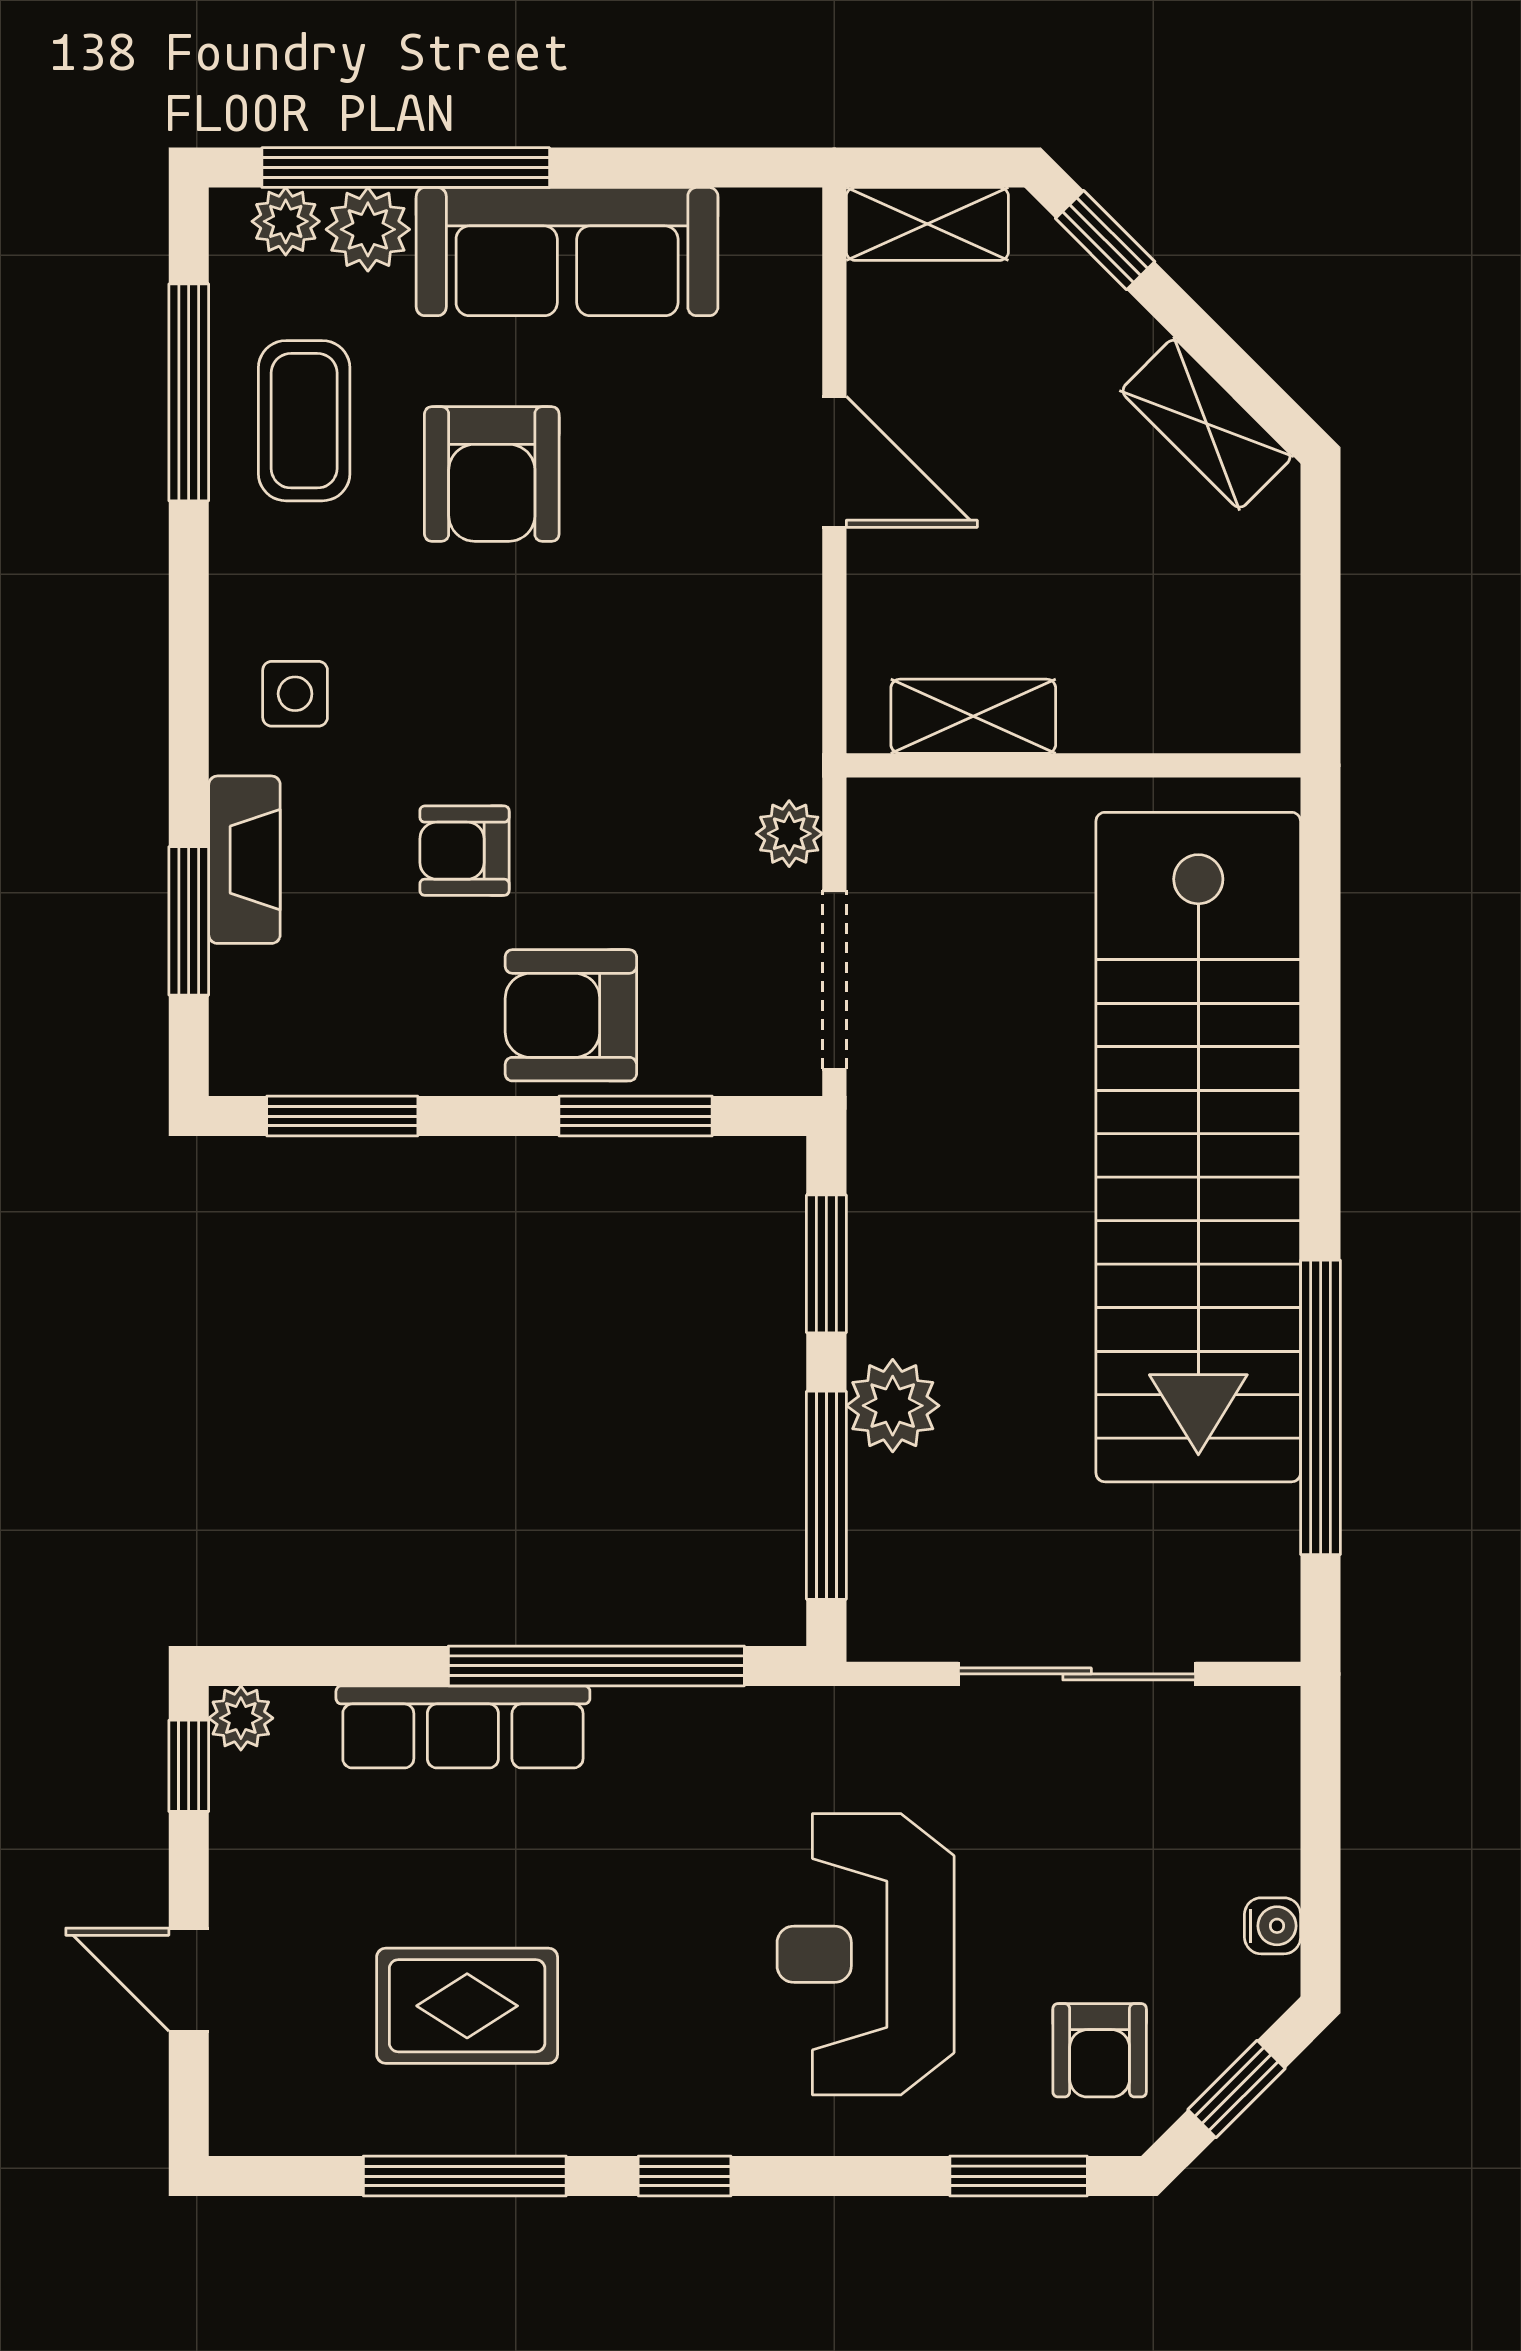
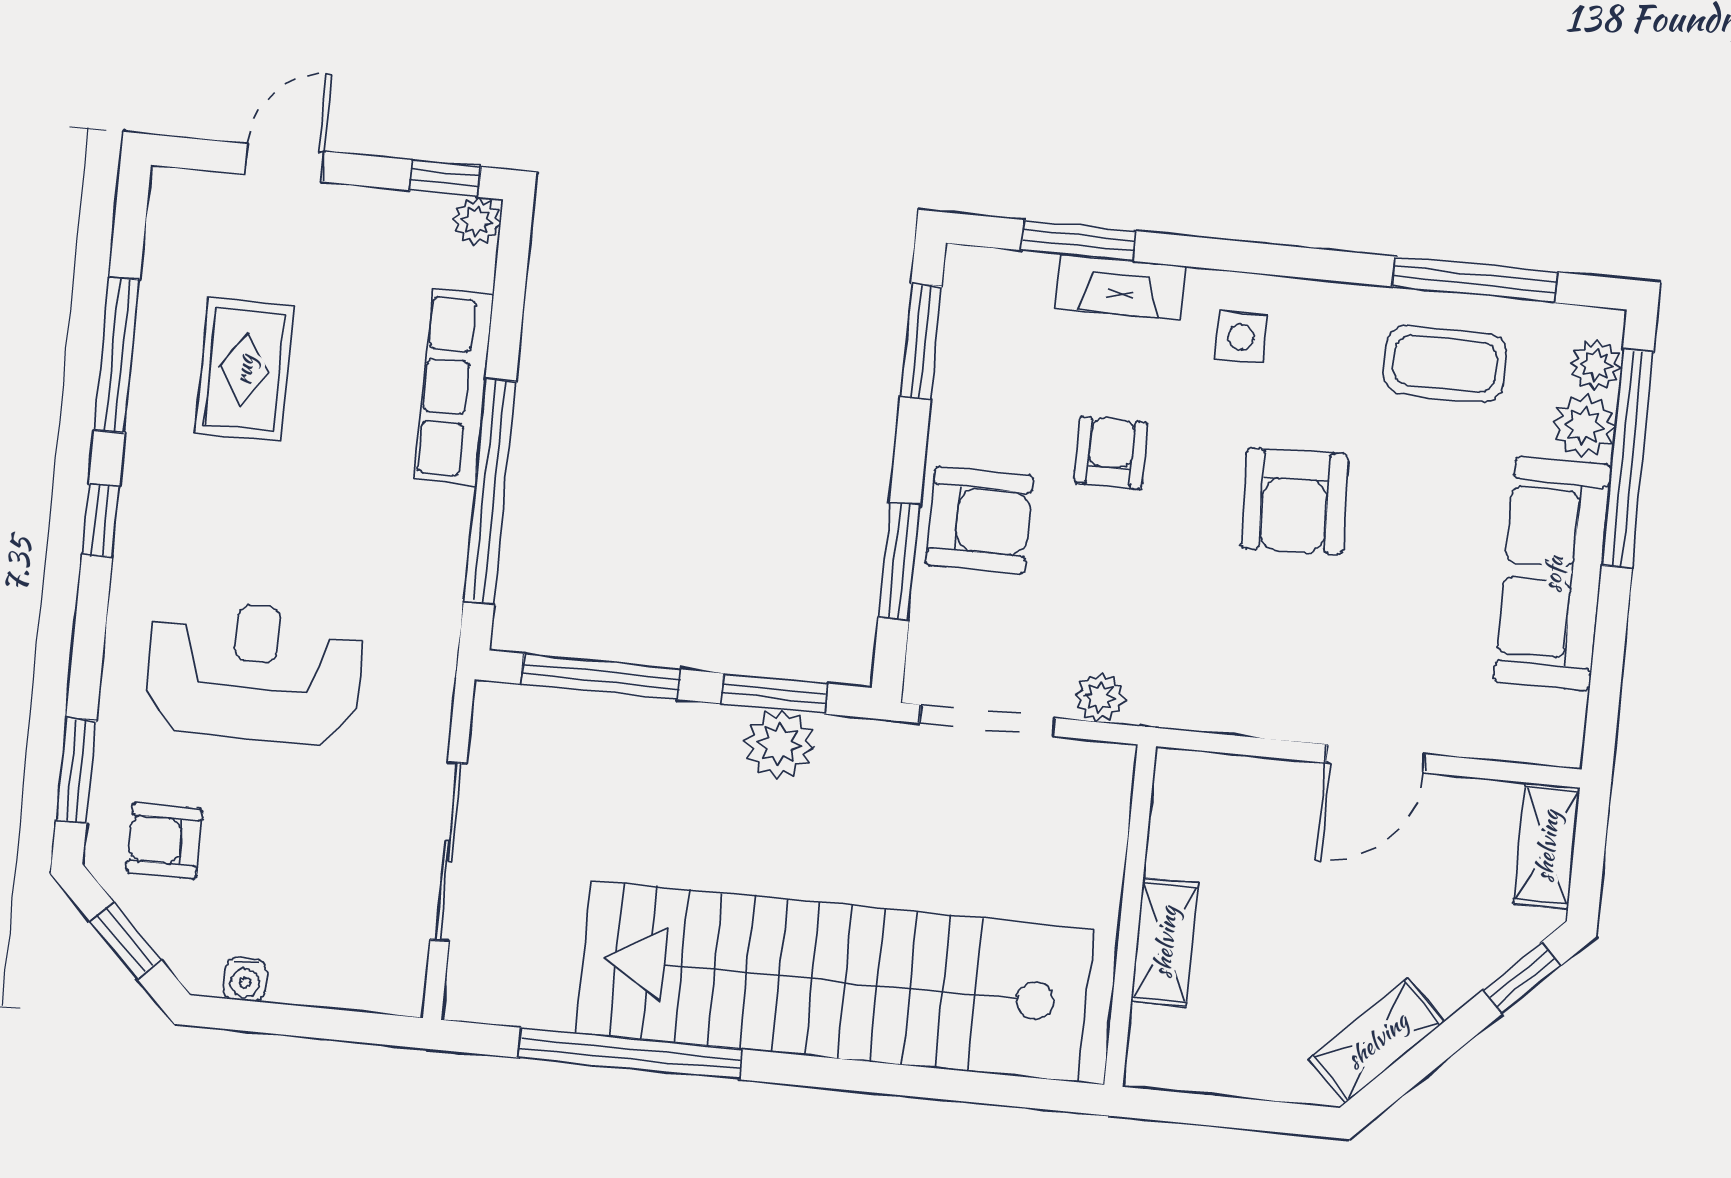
armchair: (492, 474) -> (1294, 501), moved, turned -92
shelving: (973, 716) -> (1165, 942), moved
armchair: (571, 1015) -> (980, 520), turned 90
plant: (893, 1406) -> (779, 744), moved

